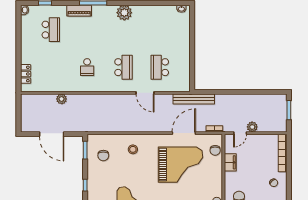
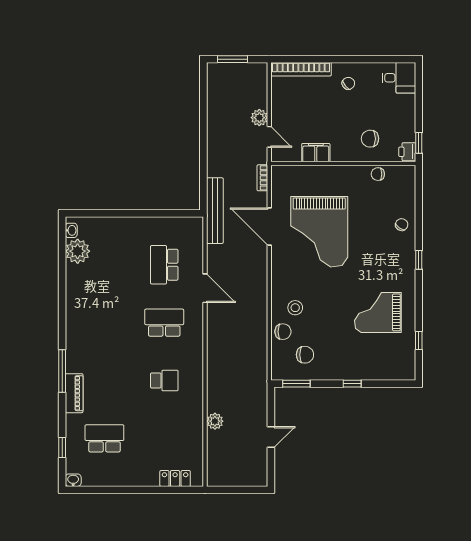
plant: (124, 13) -> (78, 251), moved
school desk: (160, 67) -> (164, 265), turned 90
door: (145, 93) -> (205, 288), hinge flipped
door: (52, 134) -> (271, 437), width x0.53
chair: (215, 150) -> (283, 332), moved
grand piano: (181, 165) -> (319, 232), turned 180

